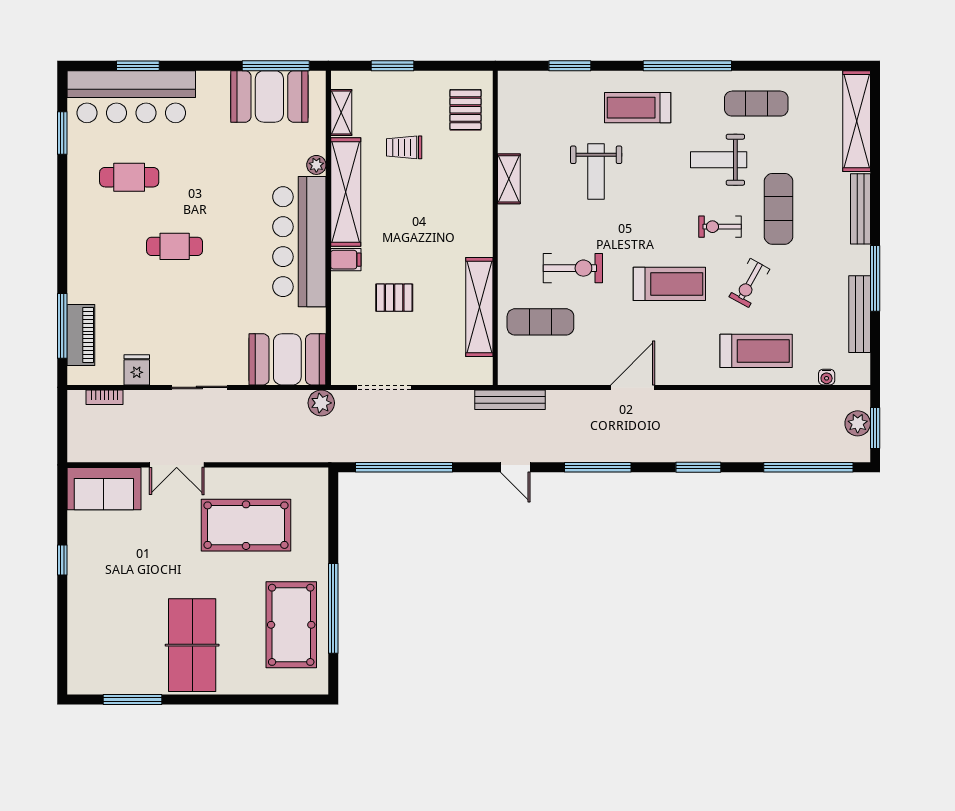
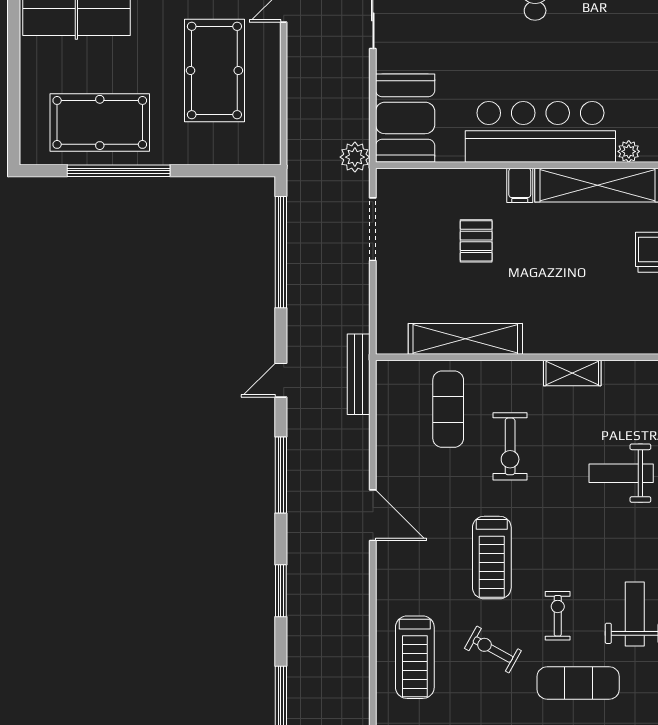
shelving: (509, 179) -> (572, 373), moved

